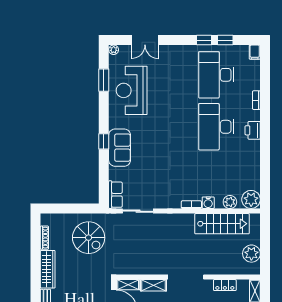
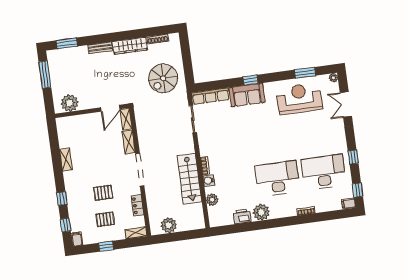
window: (225, 40) -> (358, 190), moved
printer: (253, 130) -> (242, 216), moved
row of seats: (115, 195) -> (211, 96), width x1.48
plant: (251, 199) -> (261, 212), moved
stairs: (222, 224) -> (189, 179), moved

